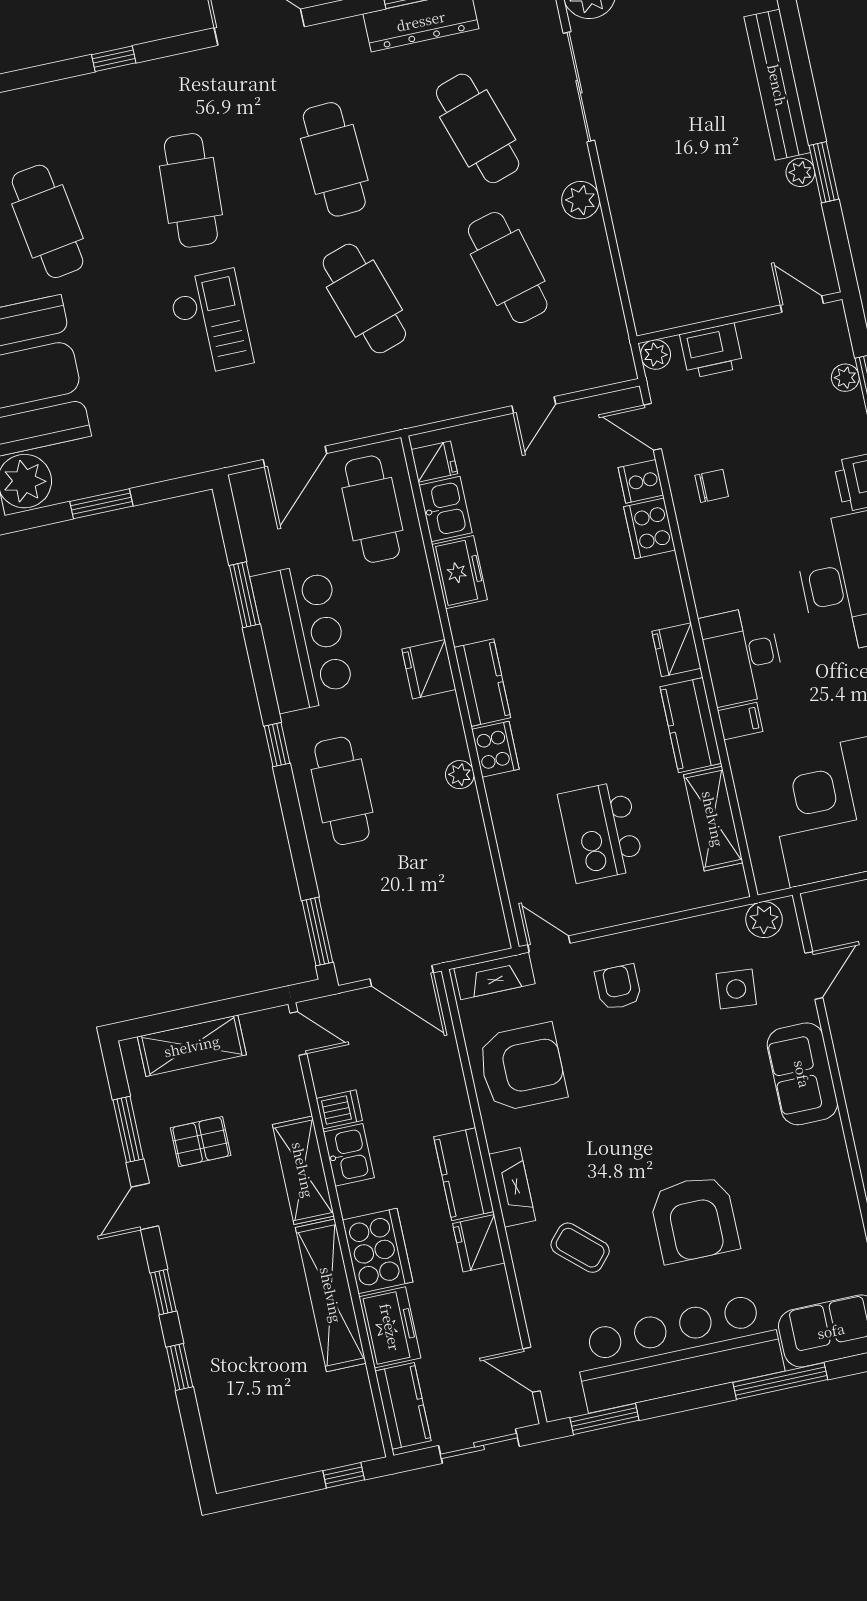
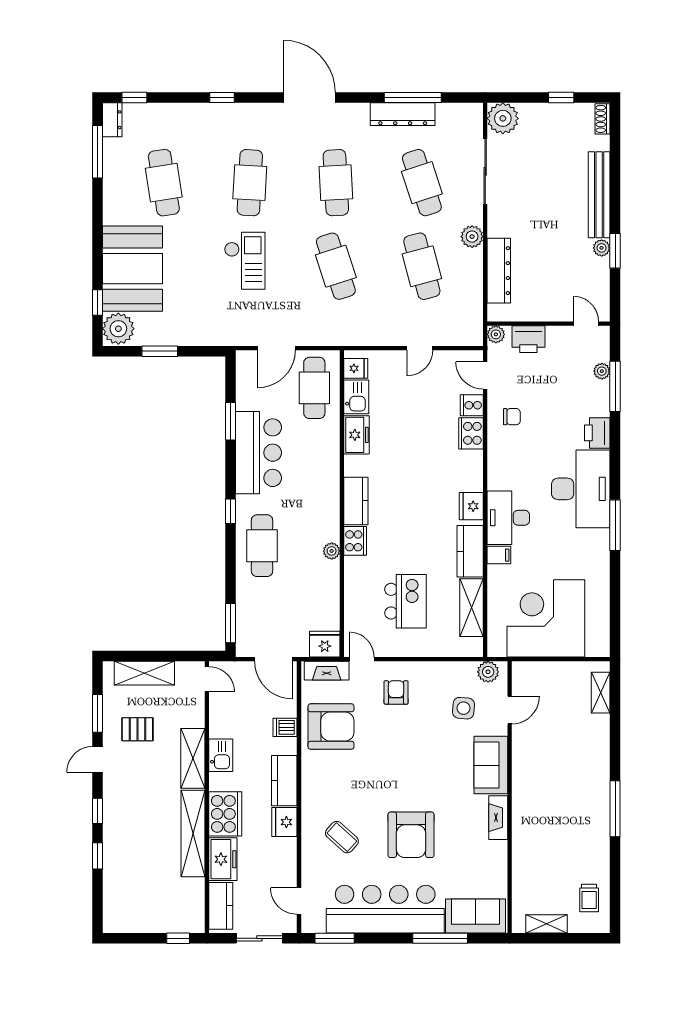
dresser: (637, 247) -> (499, 271), added
fridge: (429, 669) -> (325, 644), moved, turned 90
kitchen island: (601, 832) -> (405, 601), turned 180
dishwasher: (339, 1109) -> (285, 727), moved, turned 180
fireplace: (512, 1187) -> (498, 818), moved, turned 180

